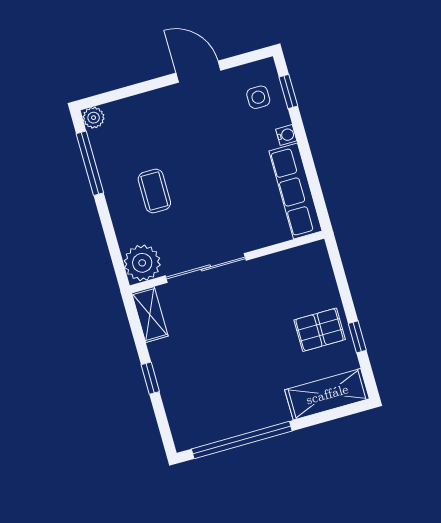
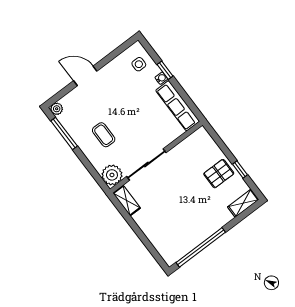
door: (198, 72) -> (85, 76), moved
window: (288, 92) -> (165, 70), moved
window: (150, 378) -> (140, 234), removed
shelving: (327, 394) -> (243, 203), width x0.67, depth x0.75

